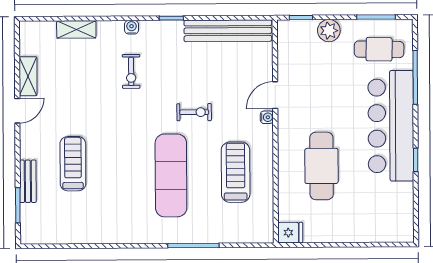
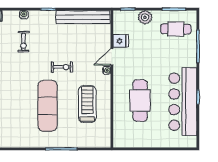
bar counter: (391, 126) -> (183, 102), moved
fridge: (290, 233) -> (121, 41), moved

